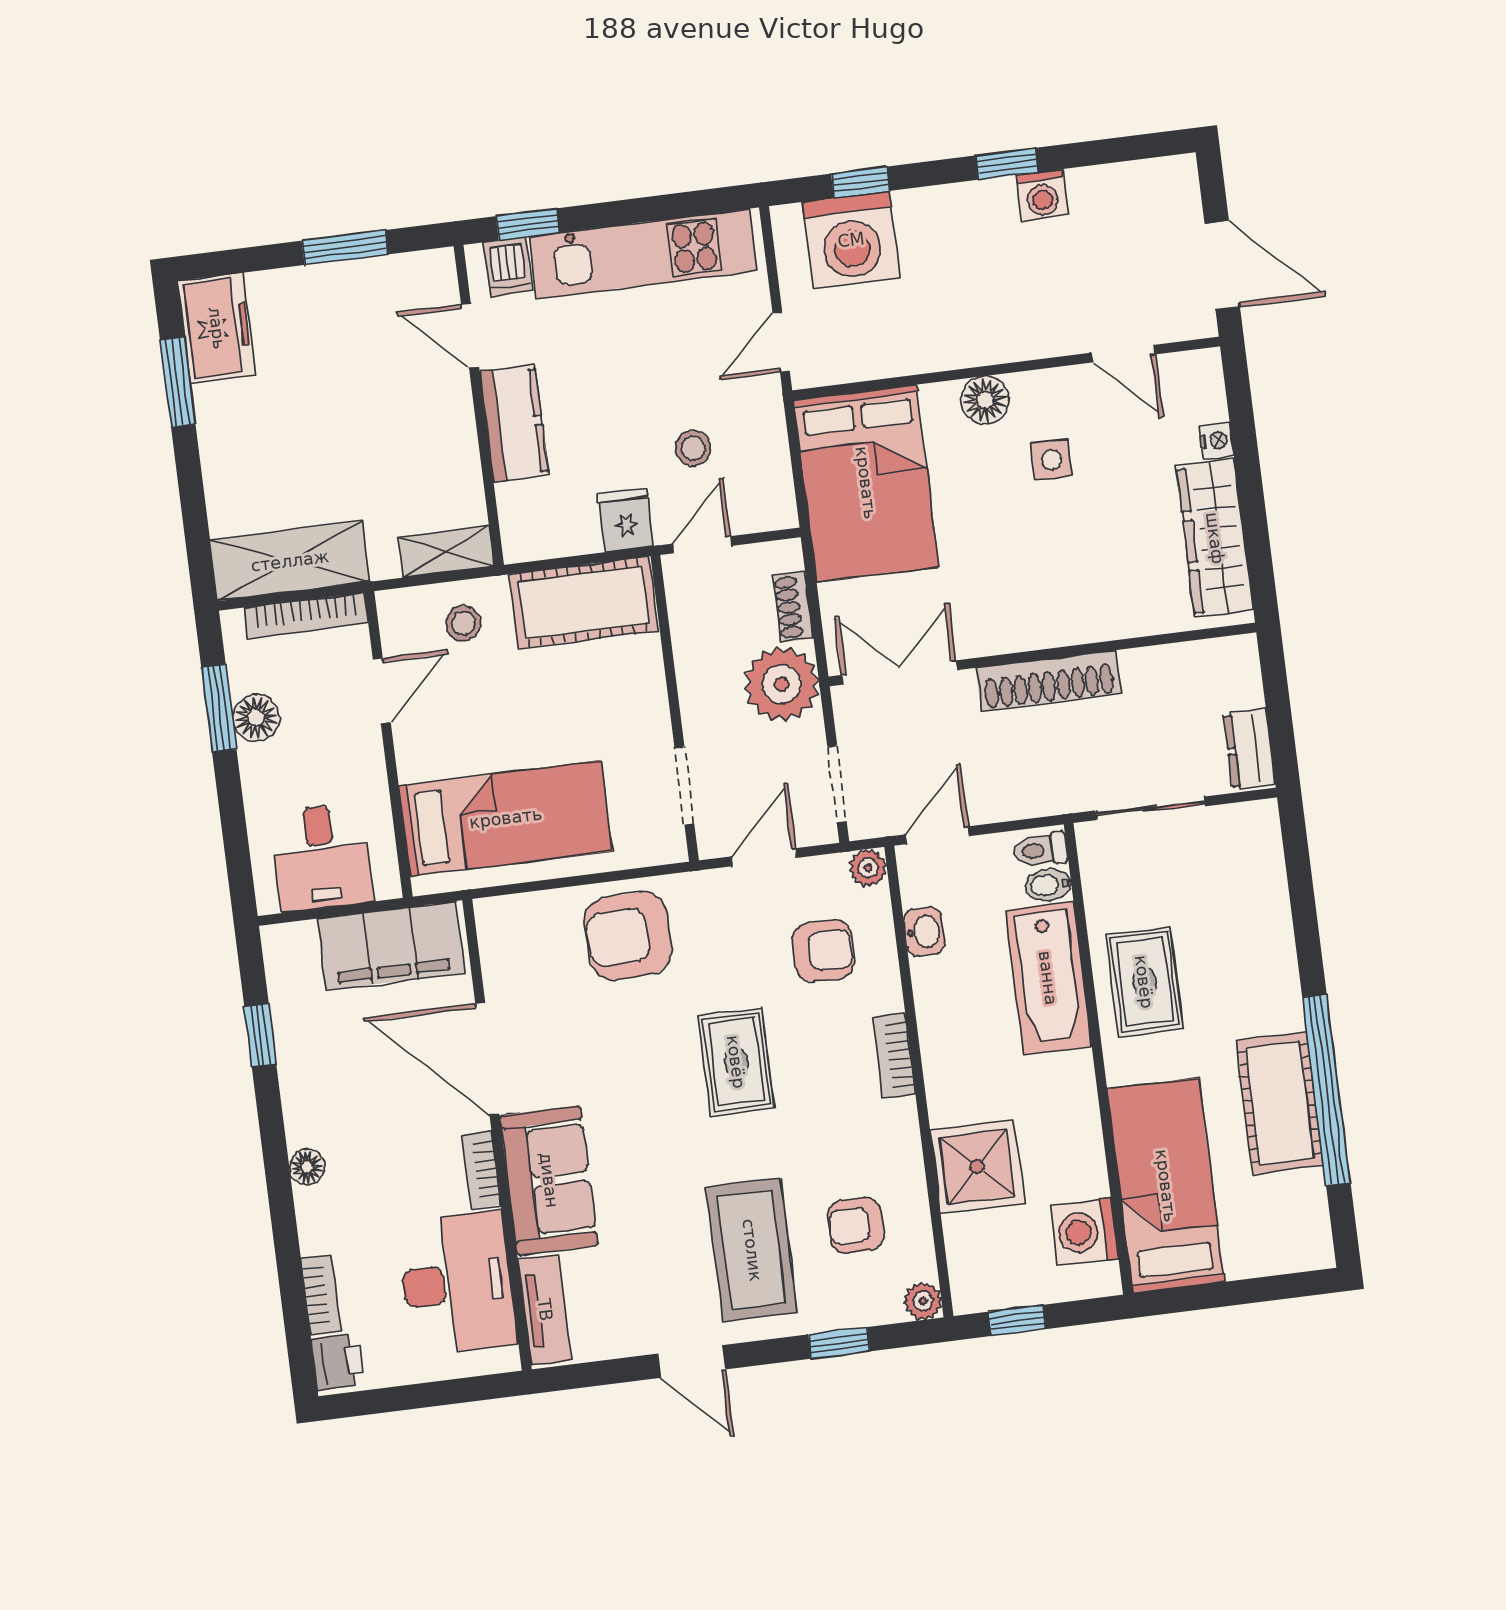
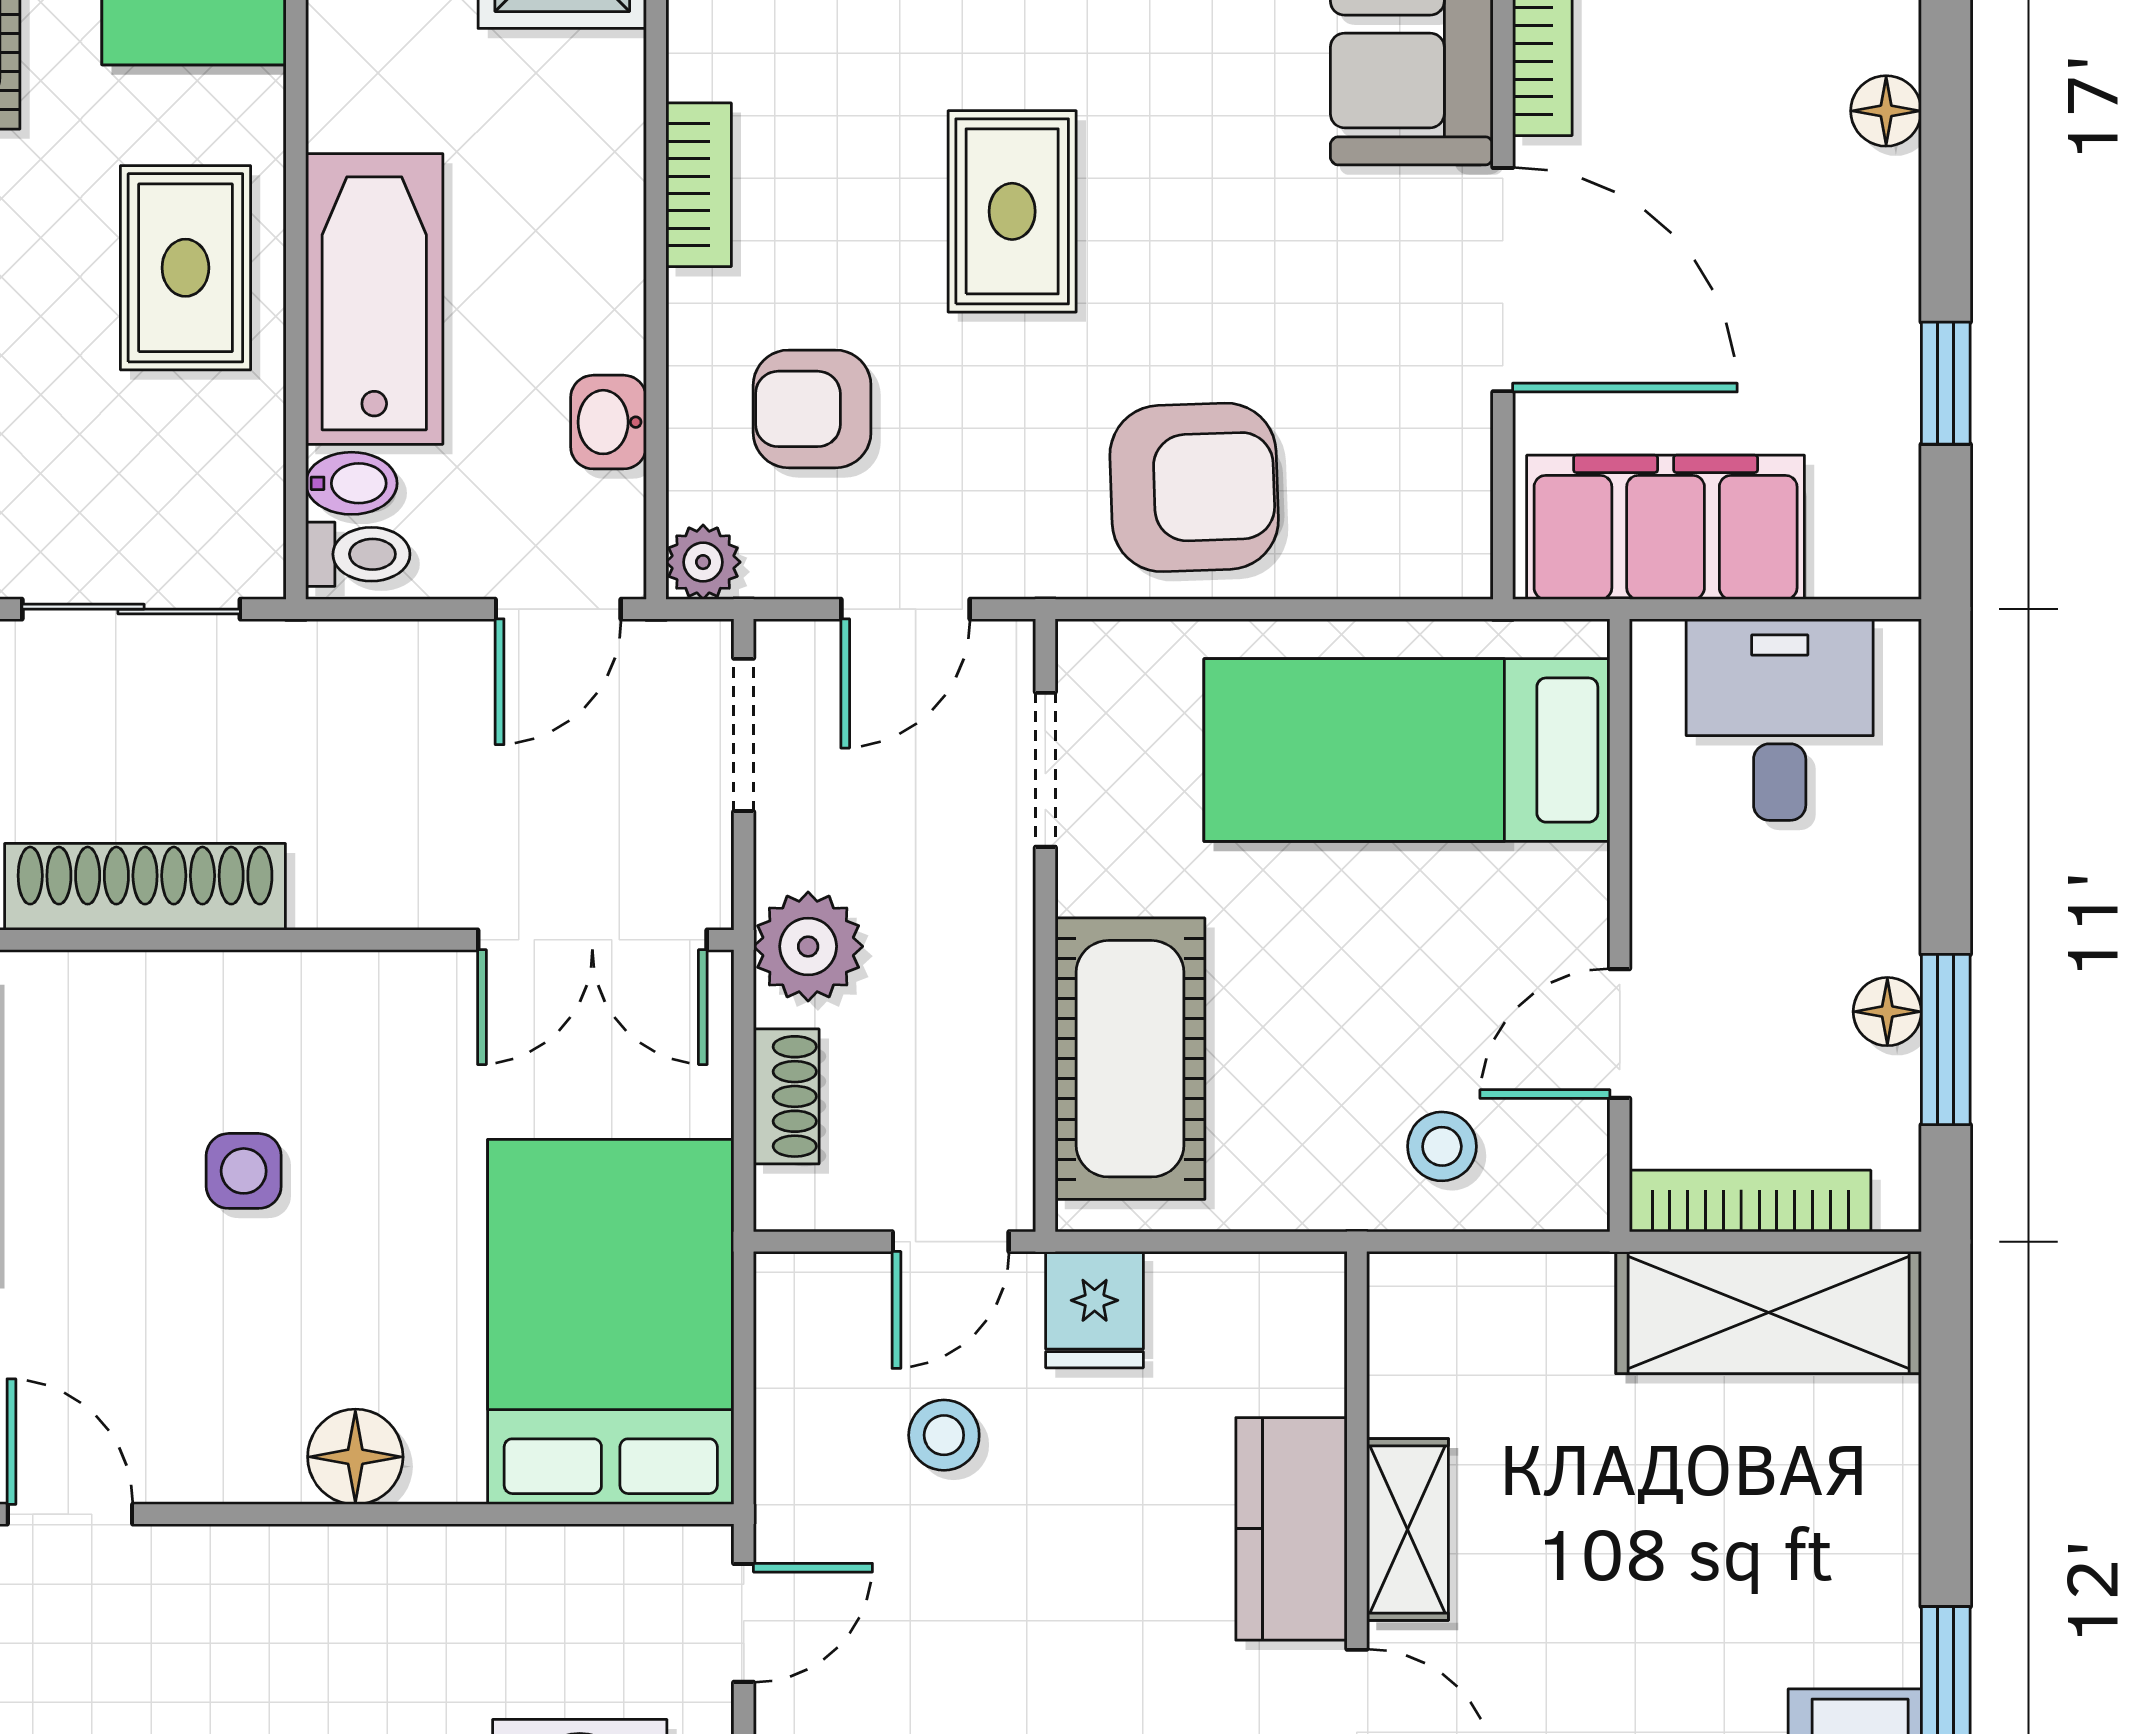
side table: (1051, 459) -> (244, 1171), moved
shelving: (446, 551) -> (1408, 1529), moved, turned 90
cot: (583, 603) -> (1130, 1059), moved, turned 90
shoe rack: (1048, 681) -> (145, 887), moved
plant: (782, 684) -> (808, 946), width x0.73, depth x0.73
floor lamp: (256, 718) -> (1887, 1012), width x0.73, depth x0.73

